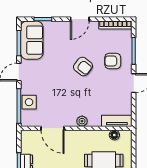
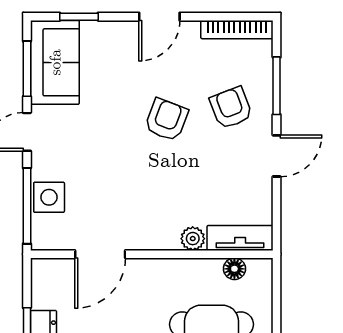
armchair: (113, 61) -> (231, 108), turned 69
armchair: (83, 66) -> (166, 120), turned -107
plant: (82, 121) -> (193, 239), moved
door: (53, 128) -> (100, 254), hinge flipped

